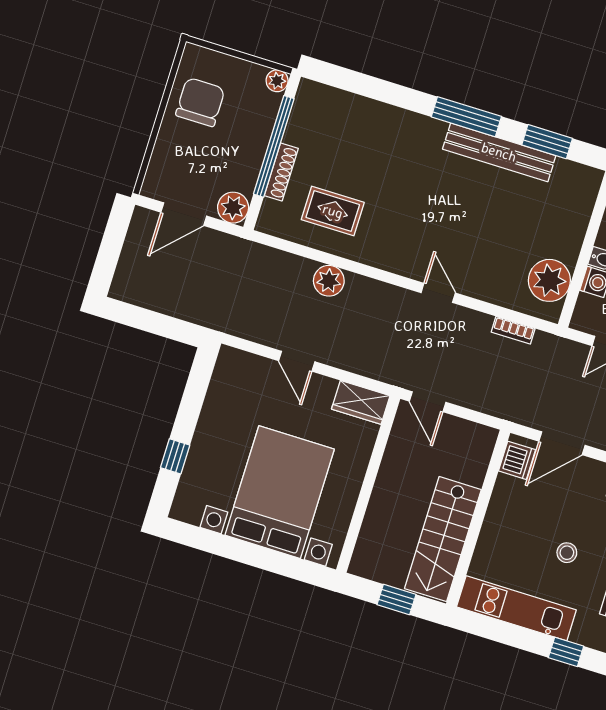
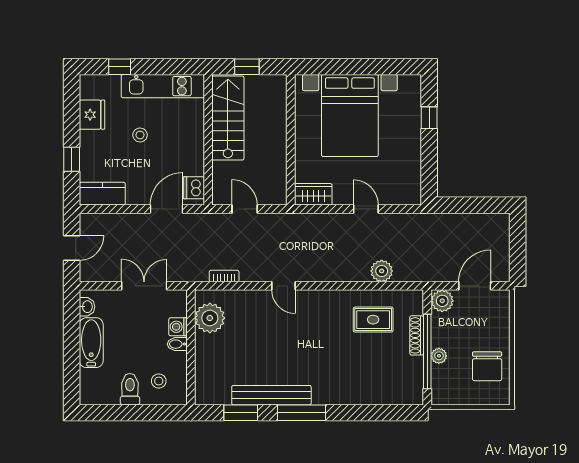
plant: (277, 81) -> (439, 356), moved
plant: (329, 281) -> (382, 271), moved
door: (428, 402) -> (245, 209), moved

